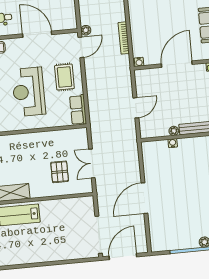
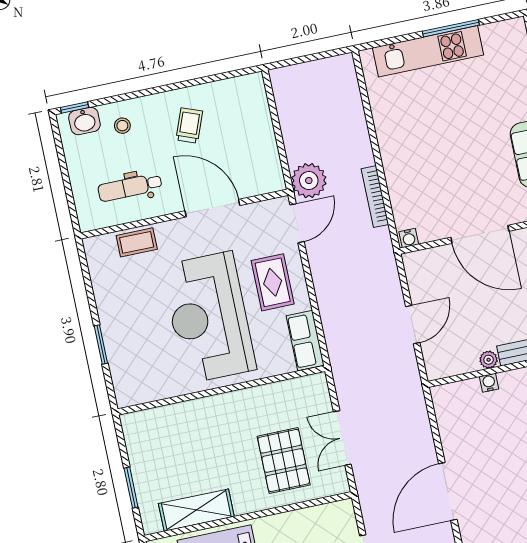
plant: (86, 30) -> (309, 181), width x1.88, depth x1.88
door: (177, 64) -> (480, 234), swing flipped
reception desk: (29, 92) -> (209, 317), width x1.36, depth x1.30
pallet: (60, 172) -> (284, 461), width x1.50, depth x1.42

